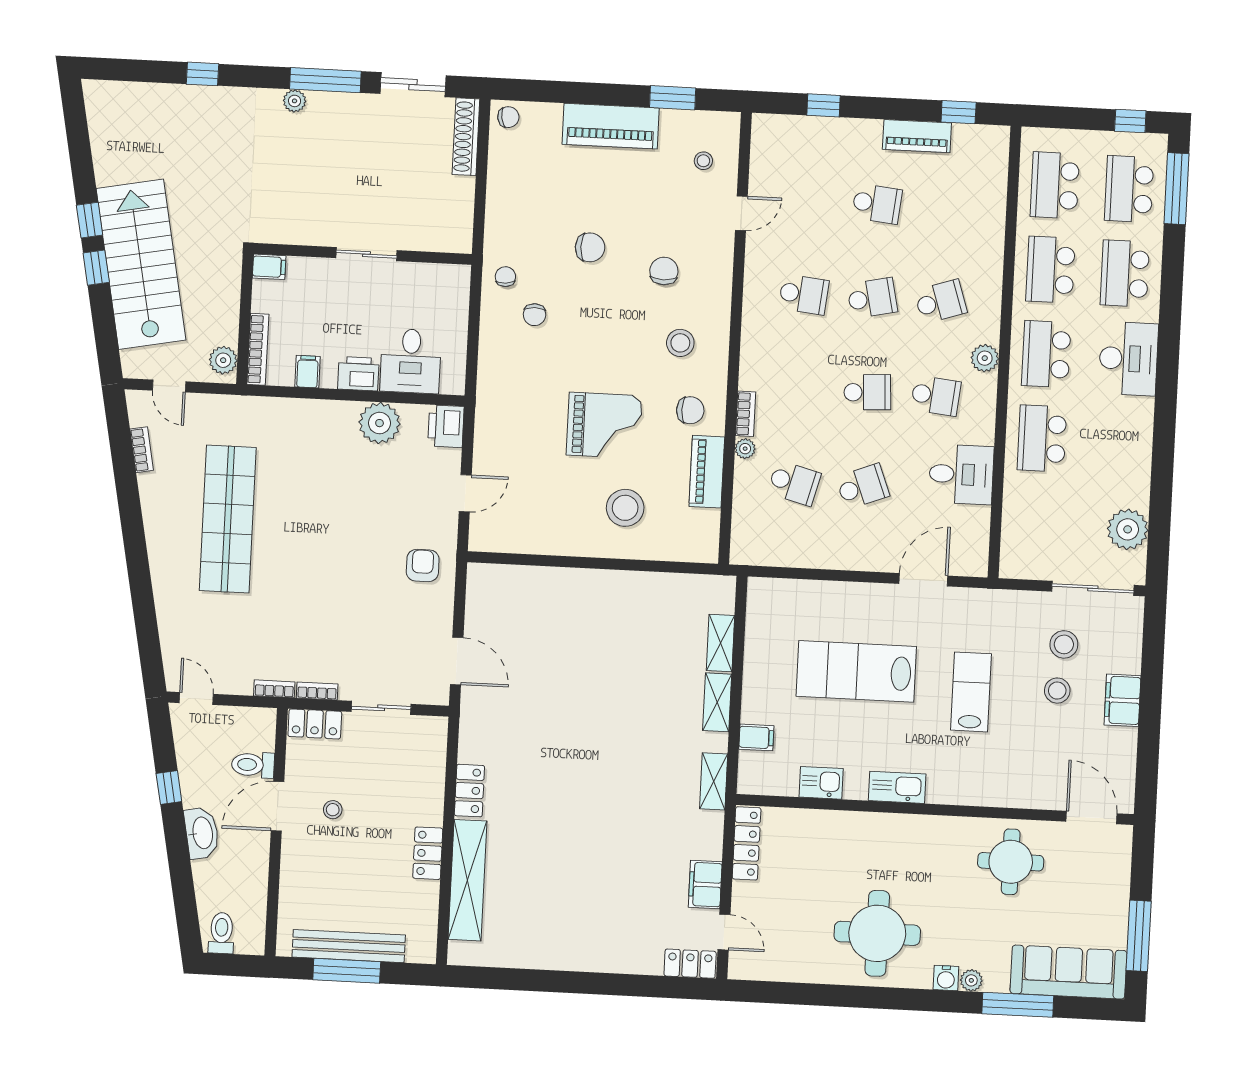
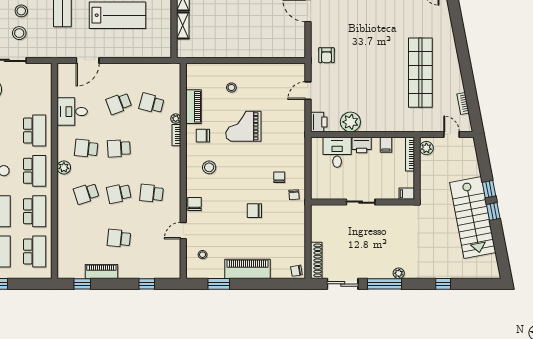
stairs: (141, 264) -> (473, 217), moved
chair: (664, 271) -> (194, 204), moved, turned 180
stool: (625, 508) -> (231, 88), width x0.53, depth x0.53

